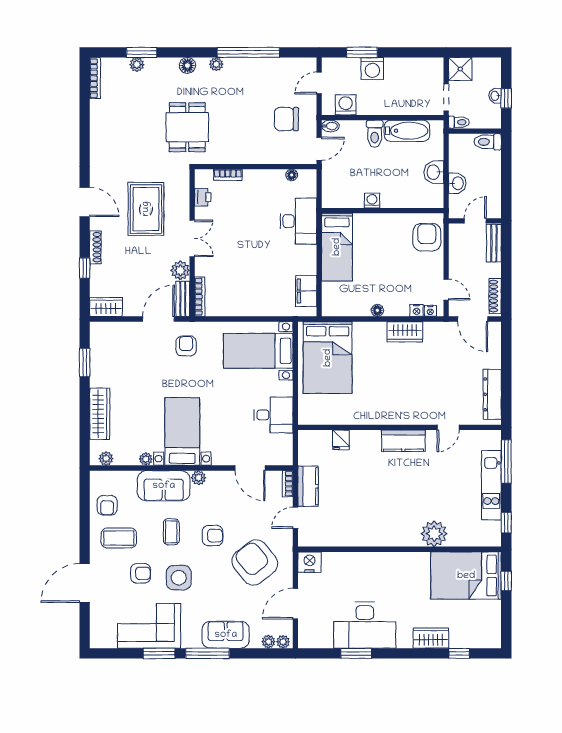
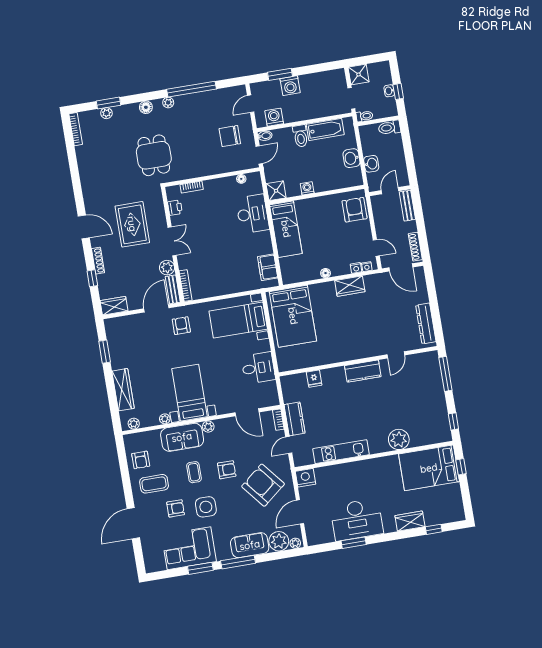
shower: (333, 197) -> (276, 191), added
kitchen unit: (491, 485) -> (341, 452), moved, turned 90
plant: (269, 642) -> (279, 541), width x1.88, depth x1.88

